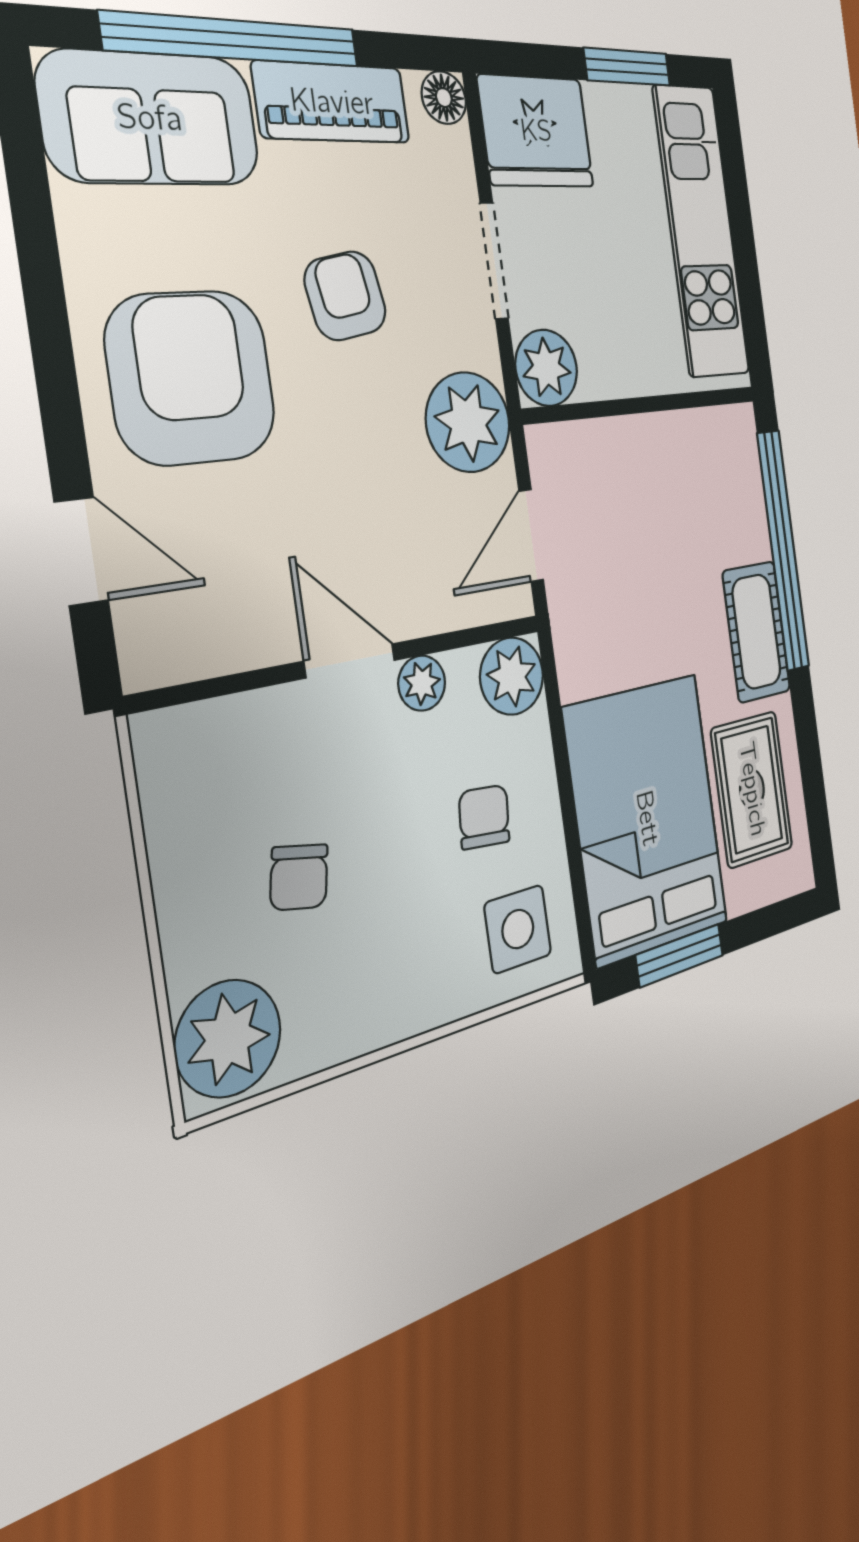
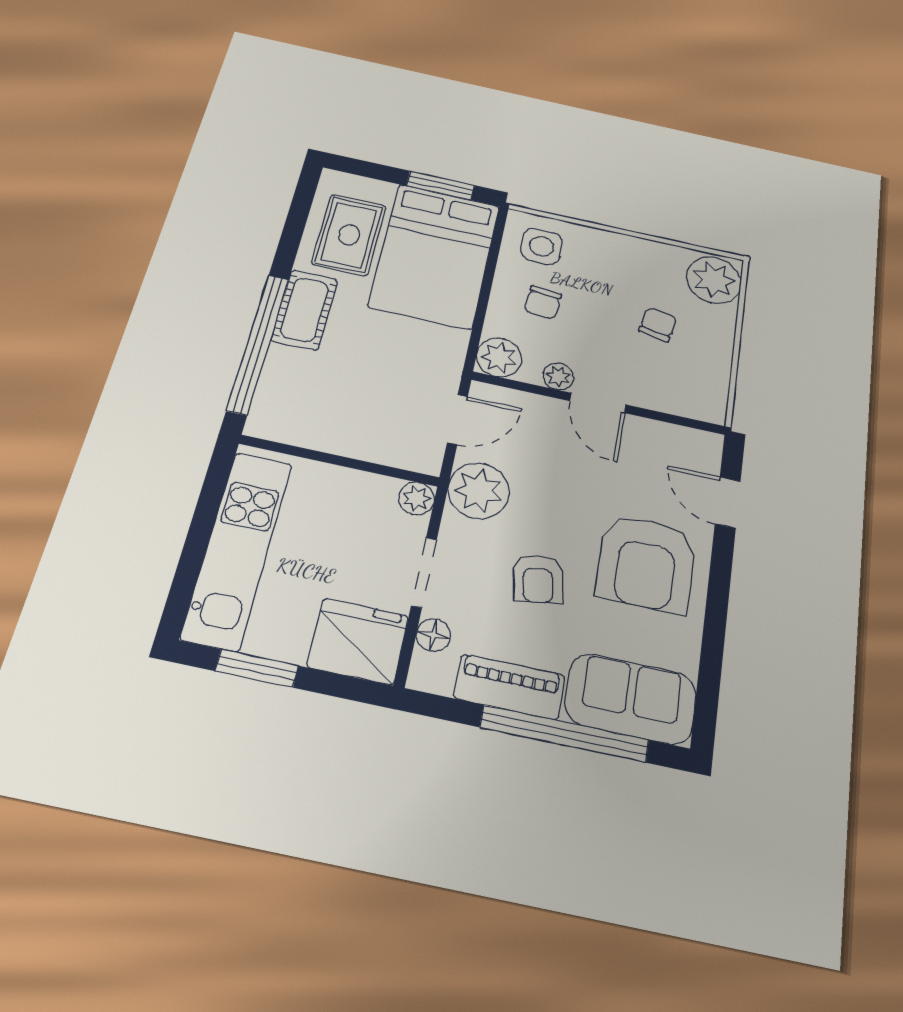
floor lamp: (444, 98) -> (433, 635), moved
plant: (546, 368) -> (416, 498), width x0.73, depth x0.73

